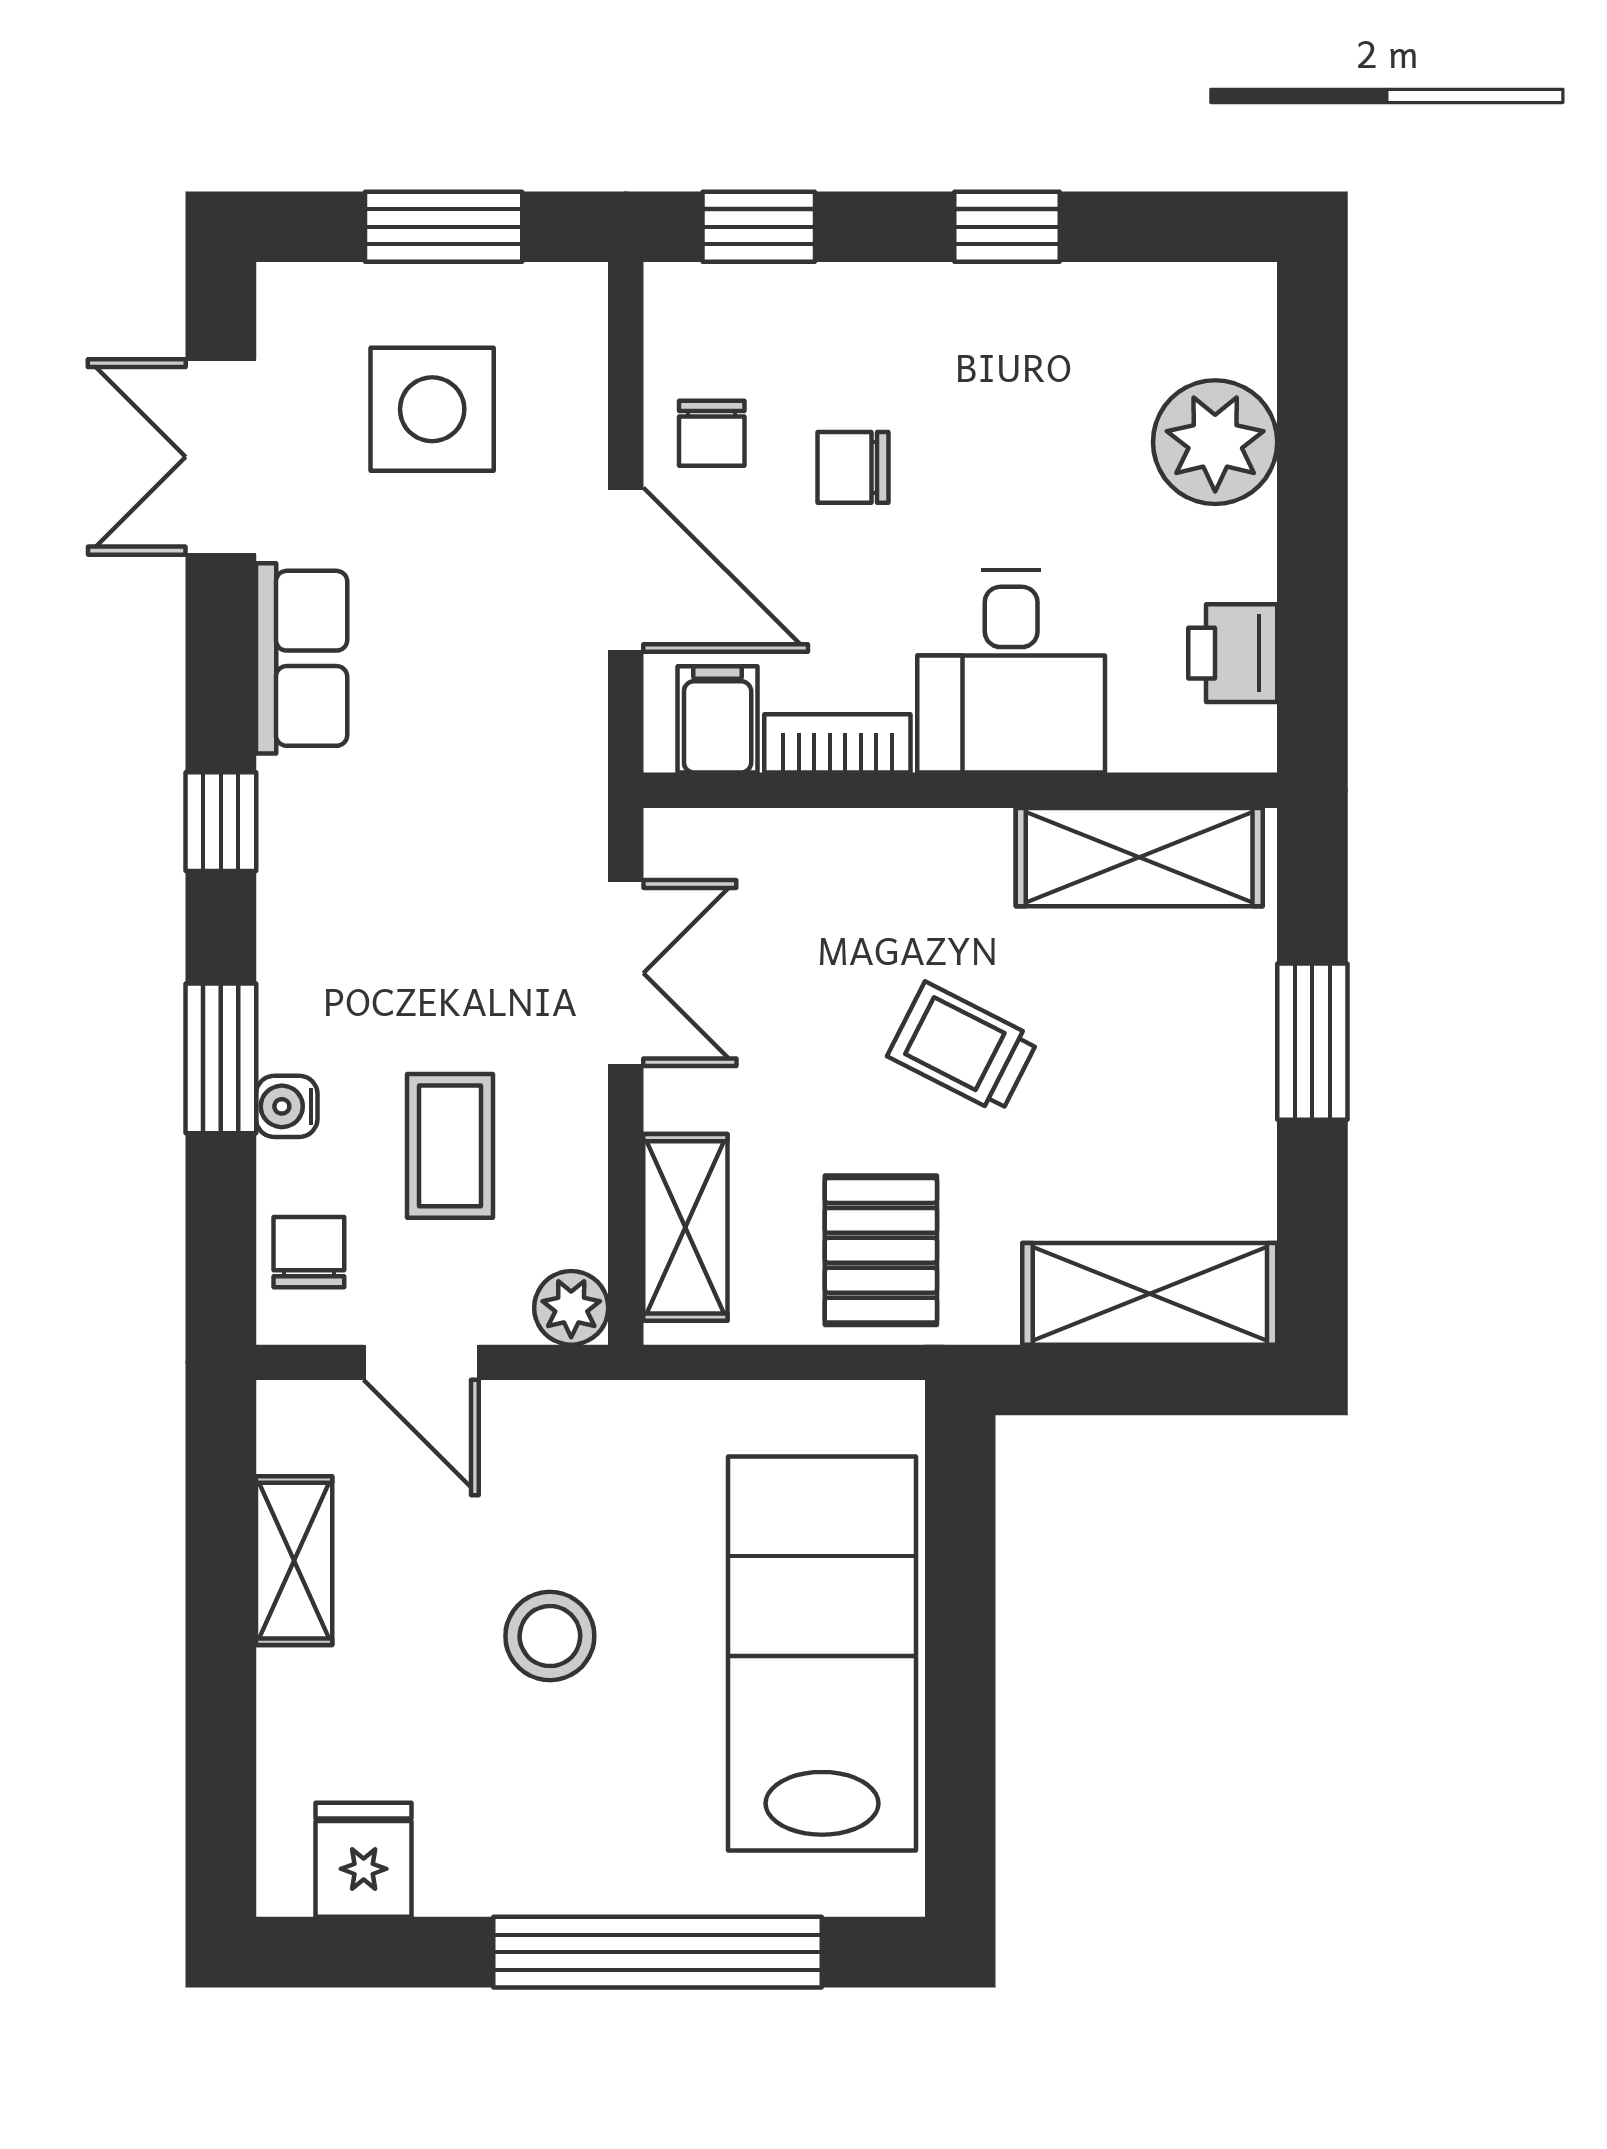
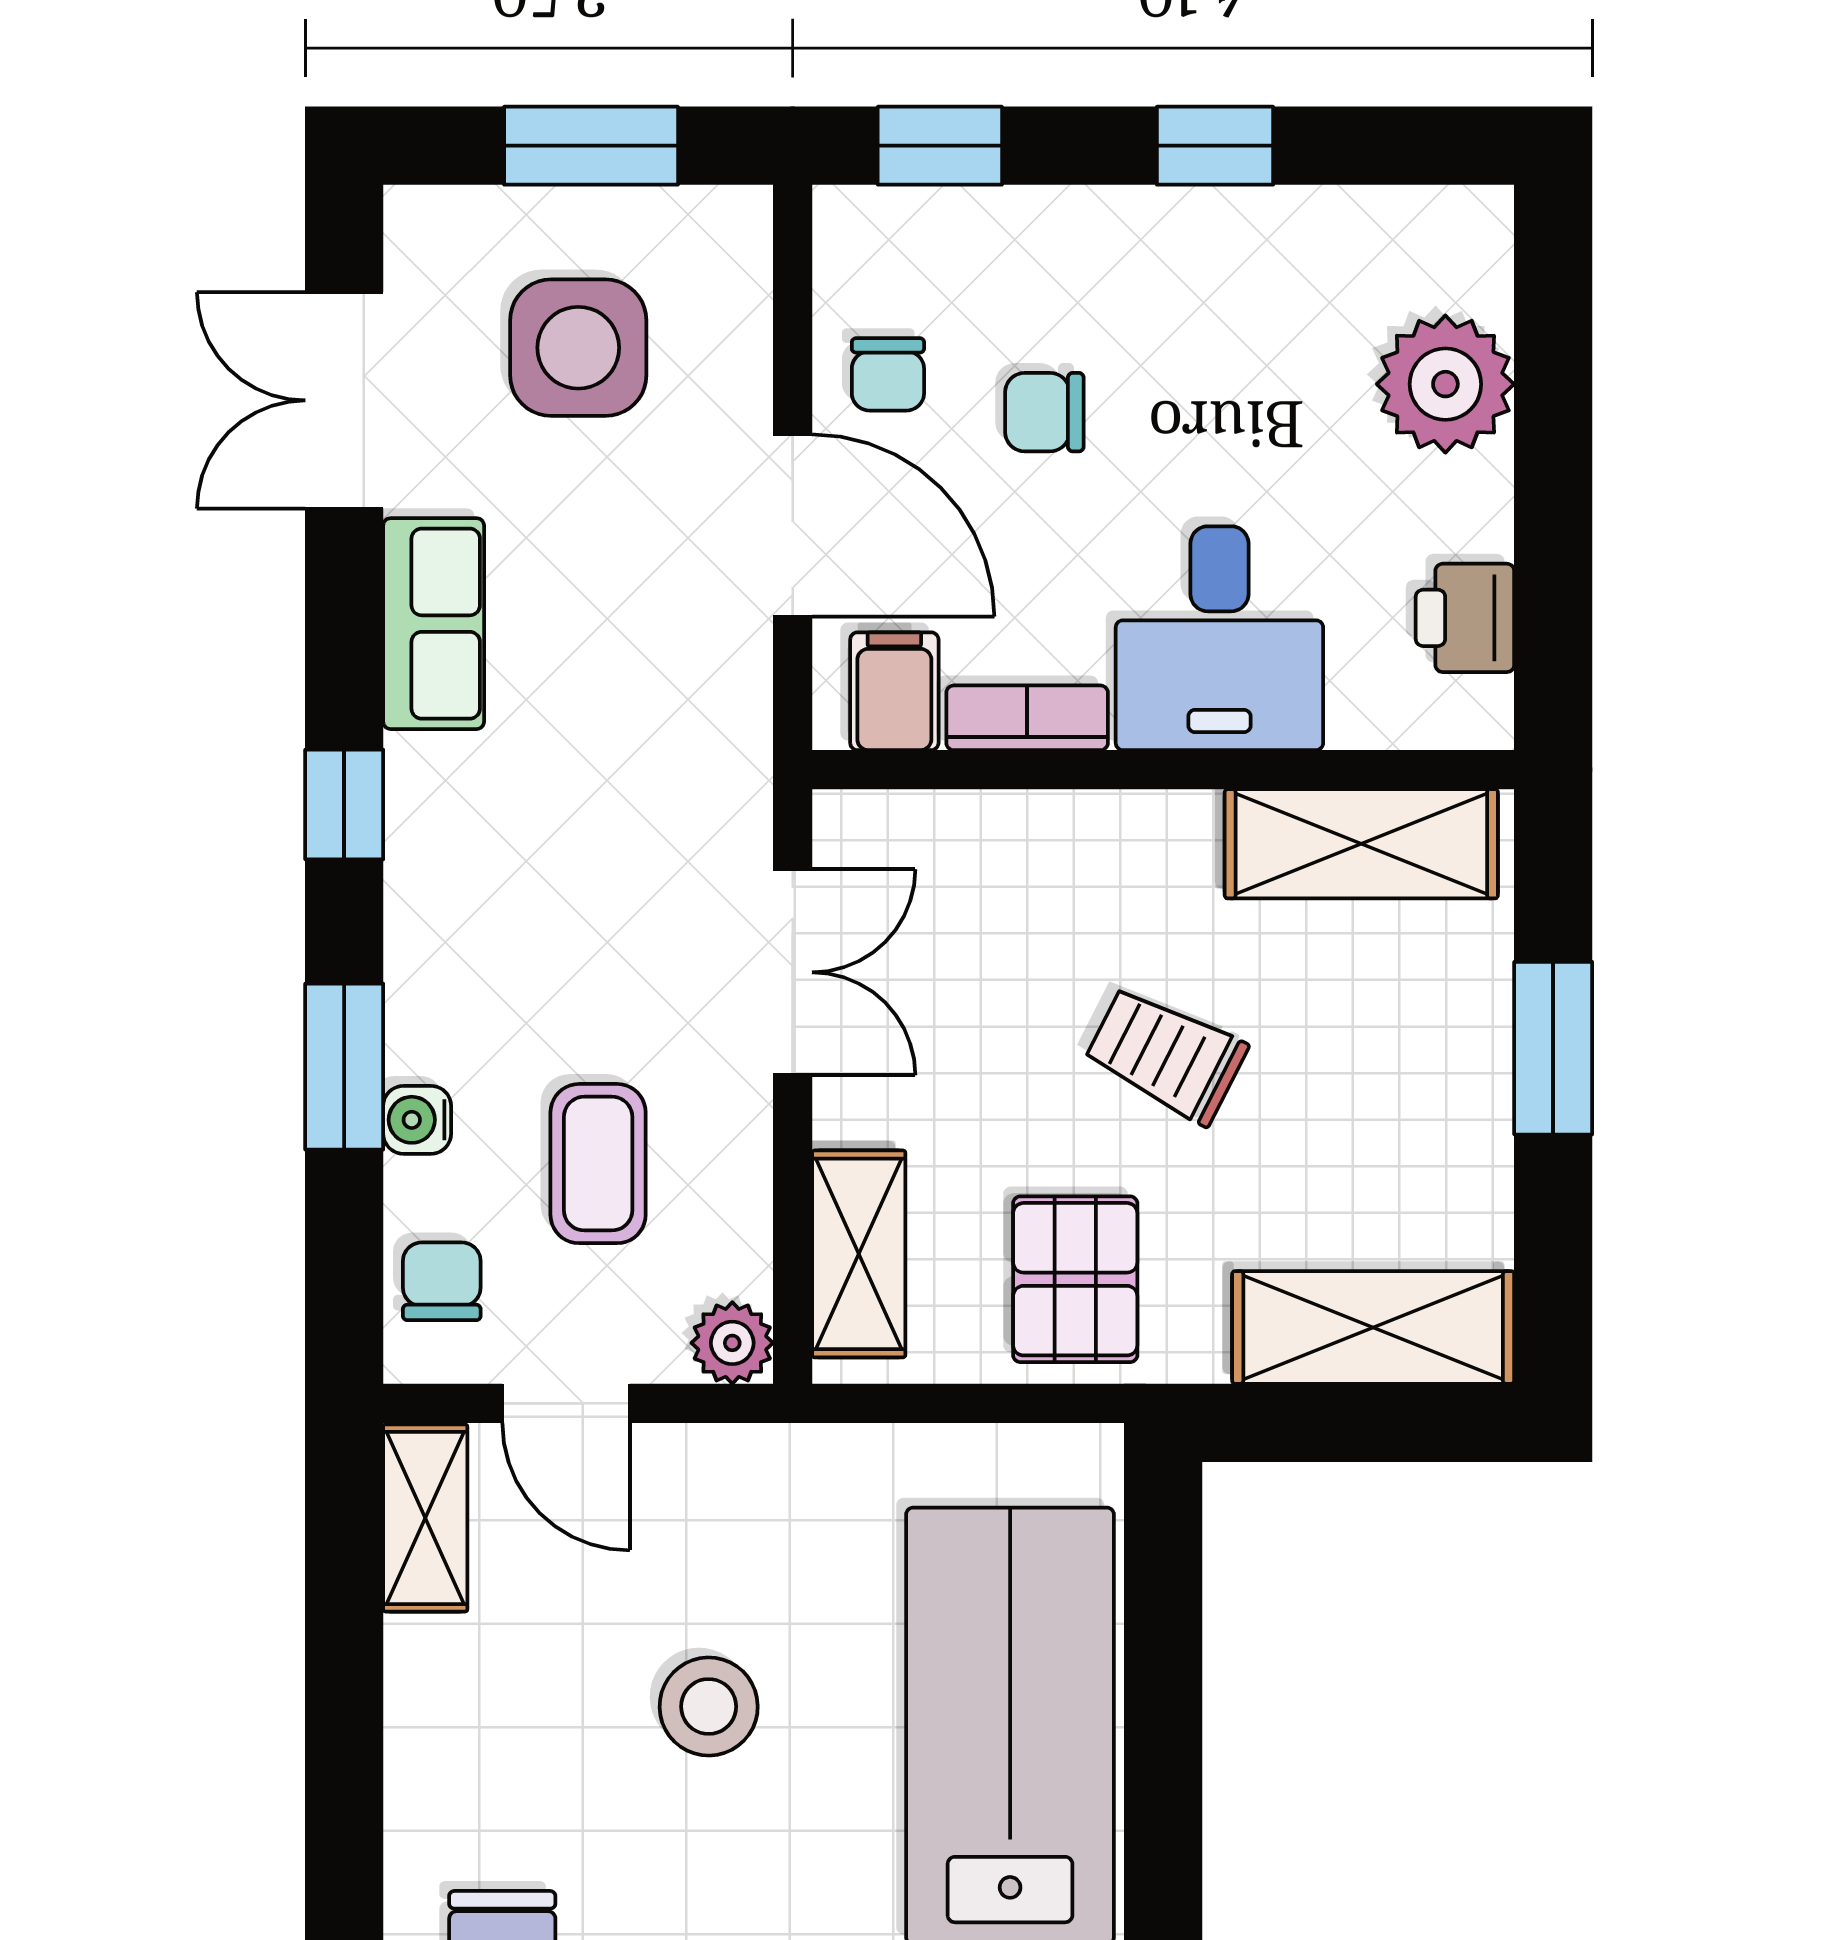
shelving: (294, 1561) -> (425, 1518), moved

